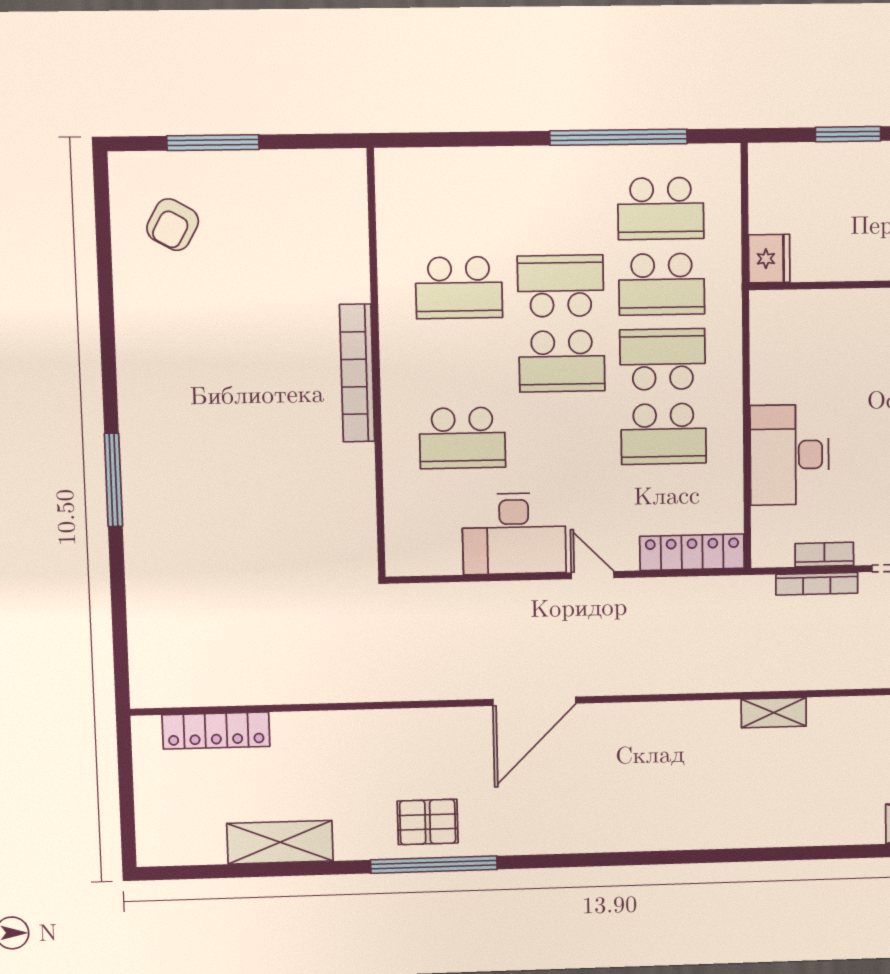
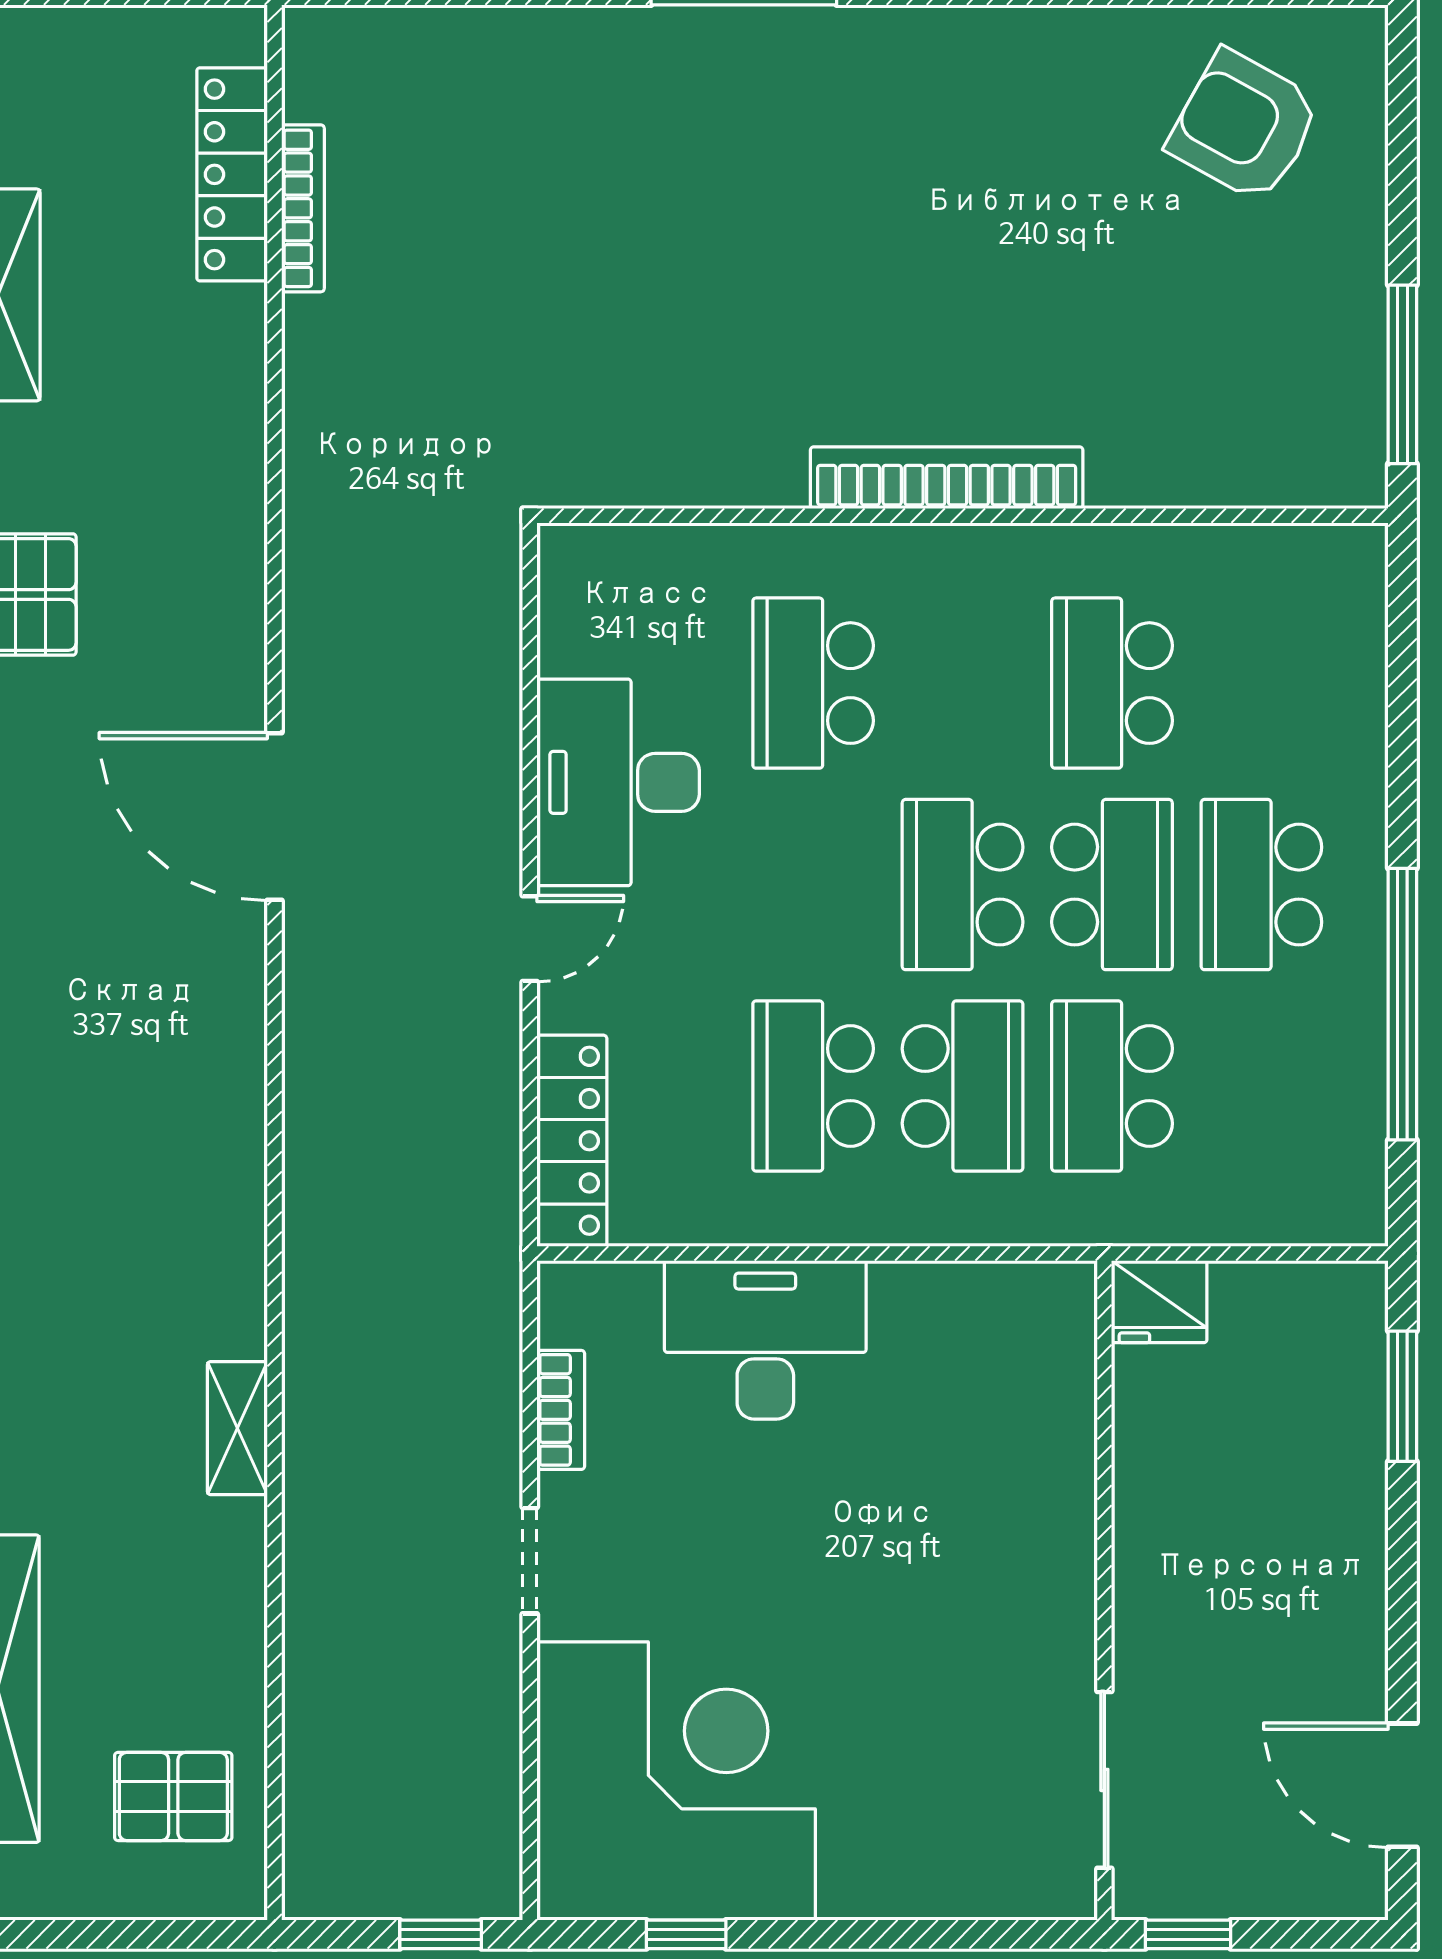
window: (848, 134) -> (1402, 1396), moved
window: (213, 143) -> (1402, 374), moved
school desk: (661, 209) -> (1261, 885), moved
armchair: (173, 225) -> (1244, 126), width x1.38, depth x1.38
bookcase: (817, 584) -> (303, 208), moved, turned 180
shelving: (774, 713) -> (237, 1428), moved

